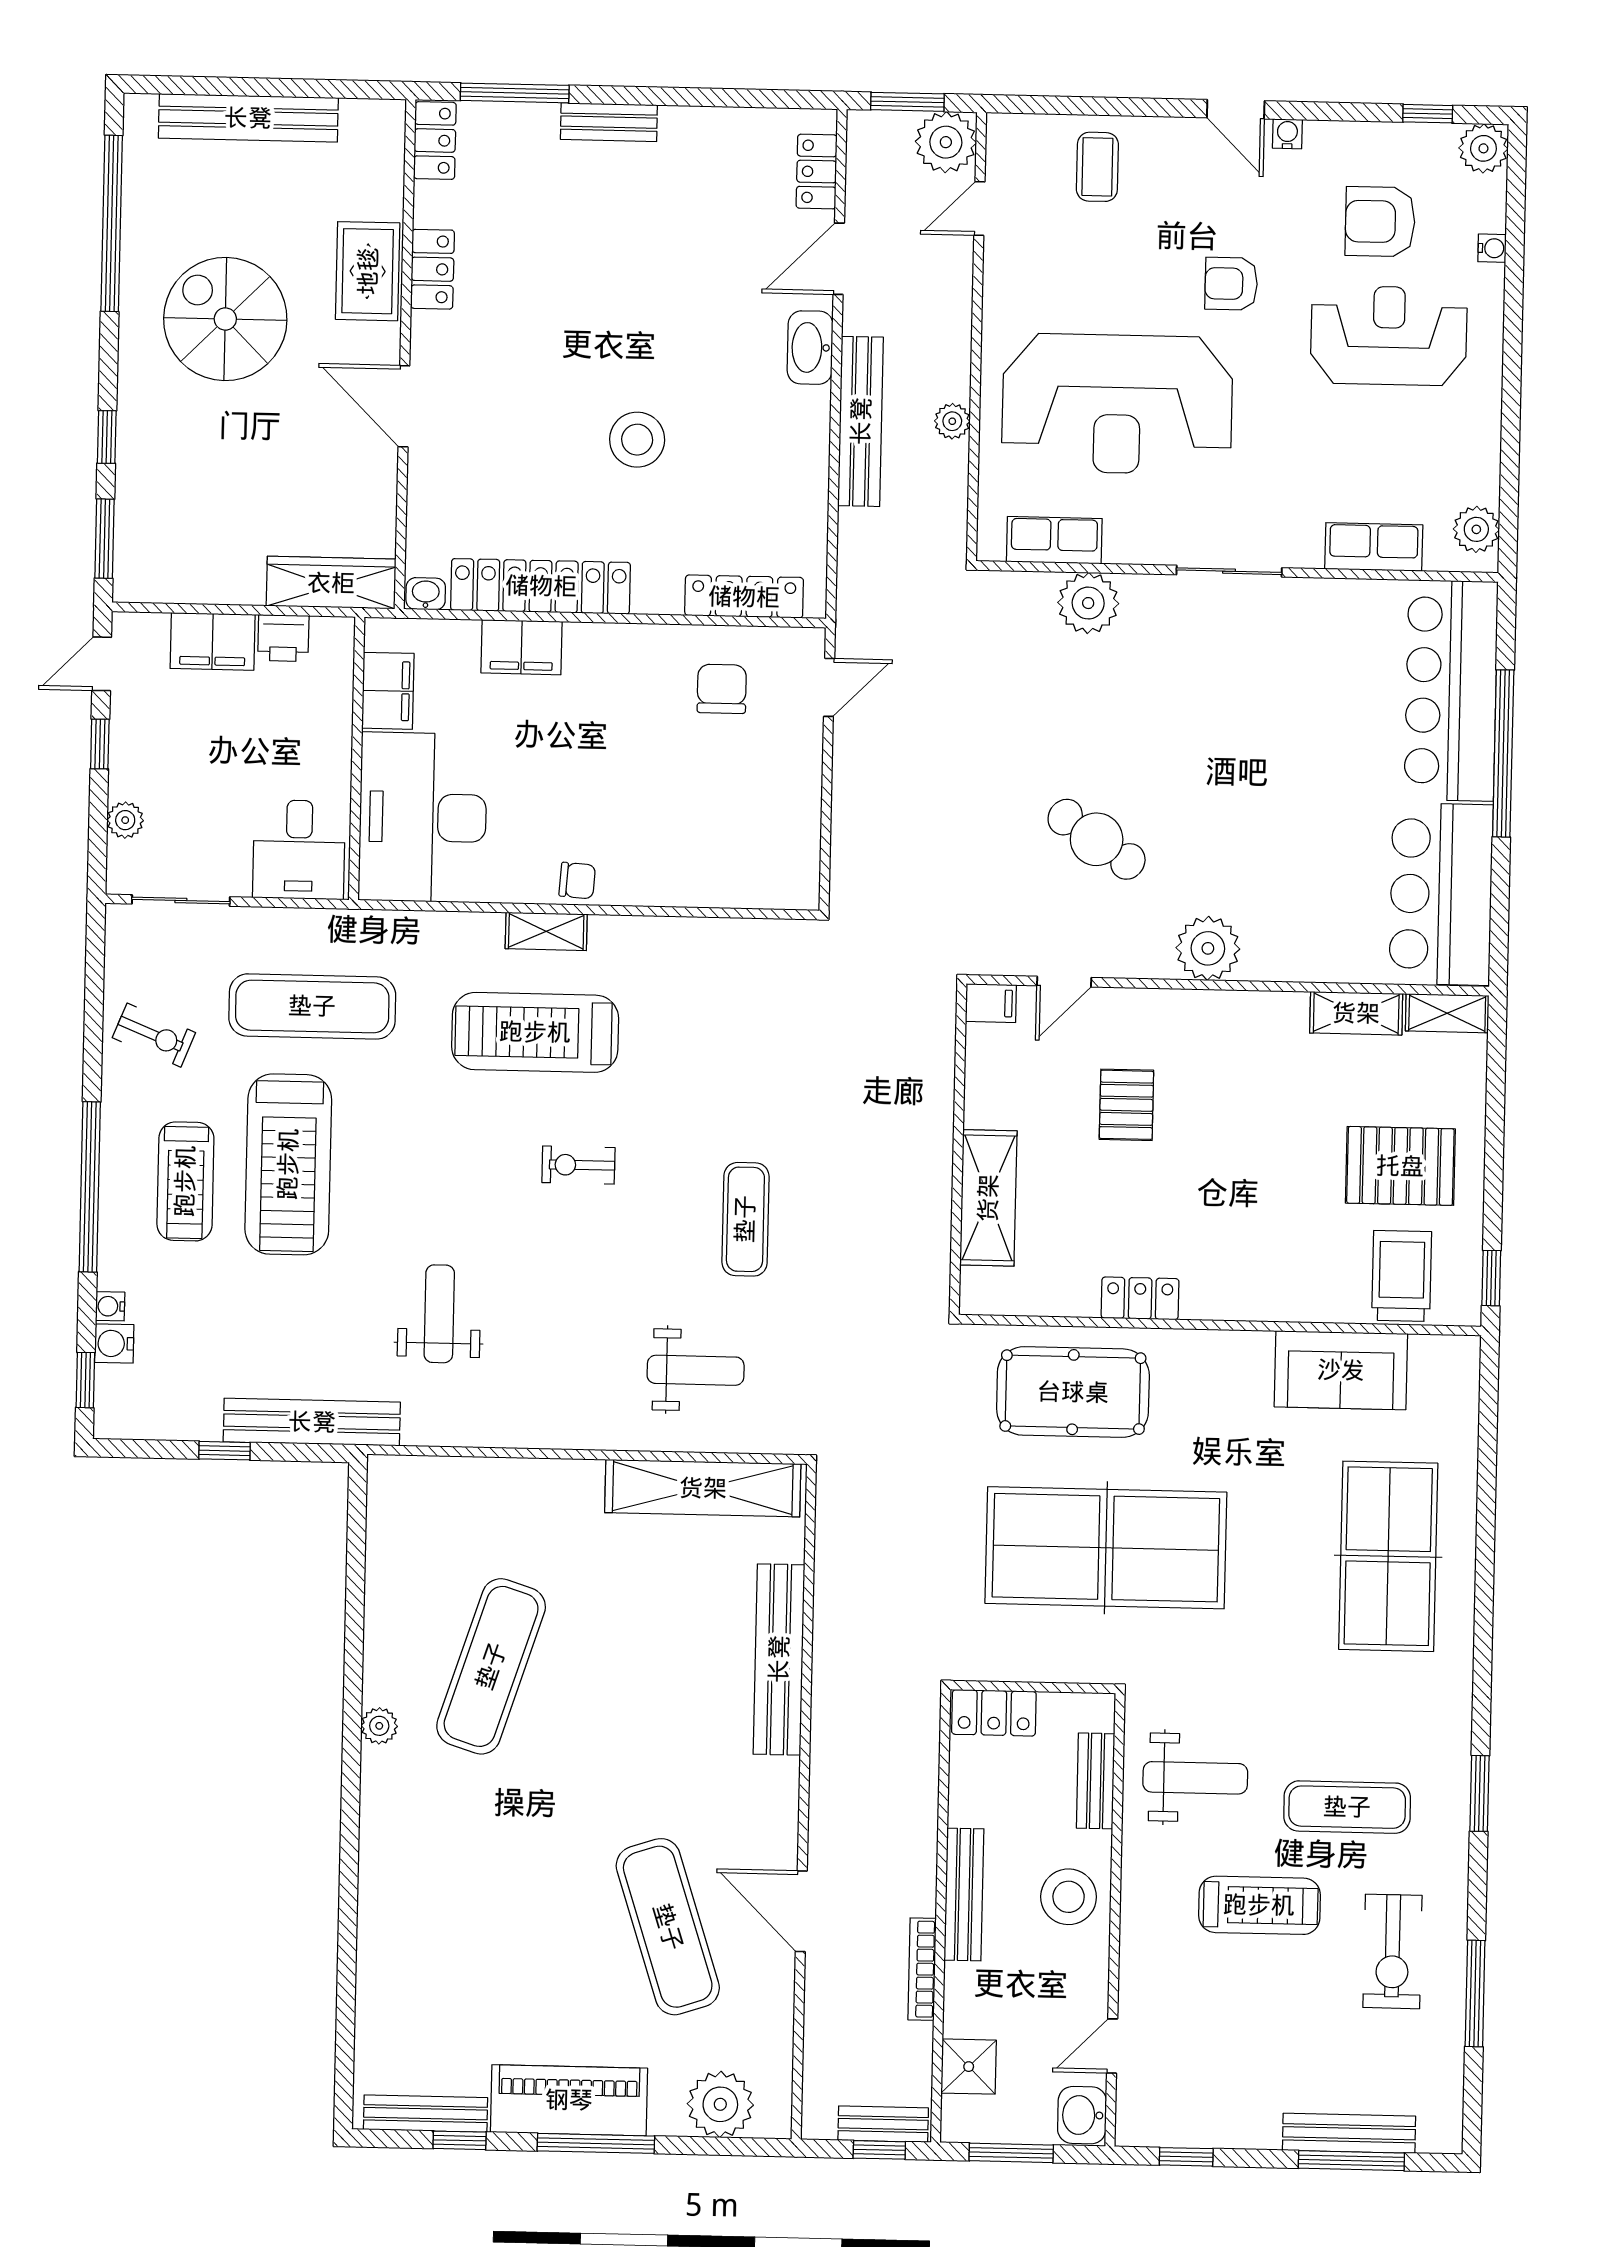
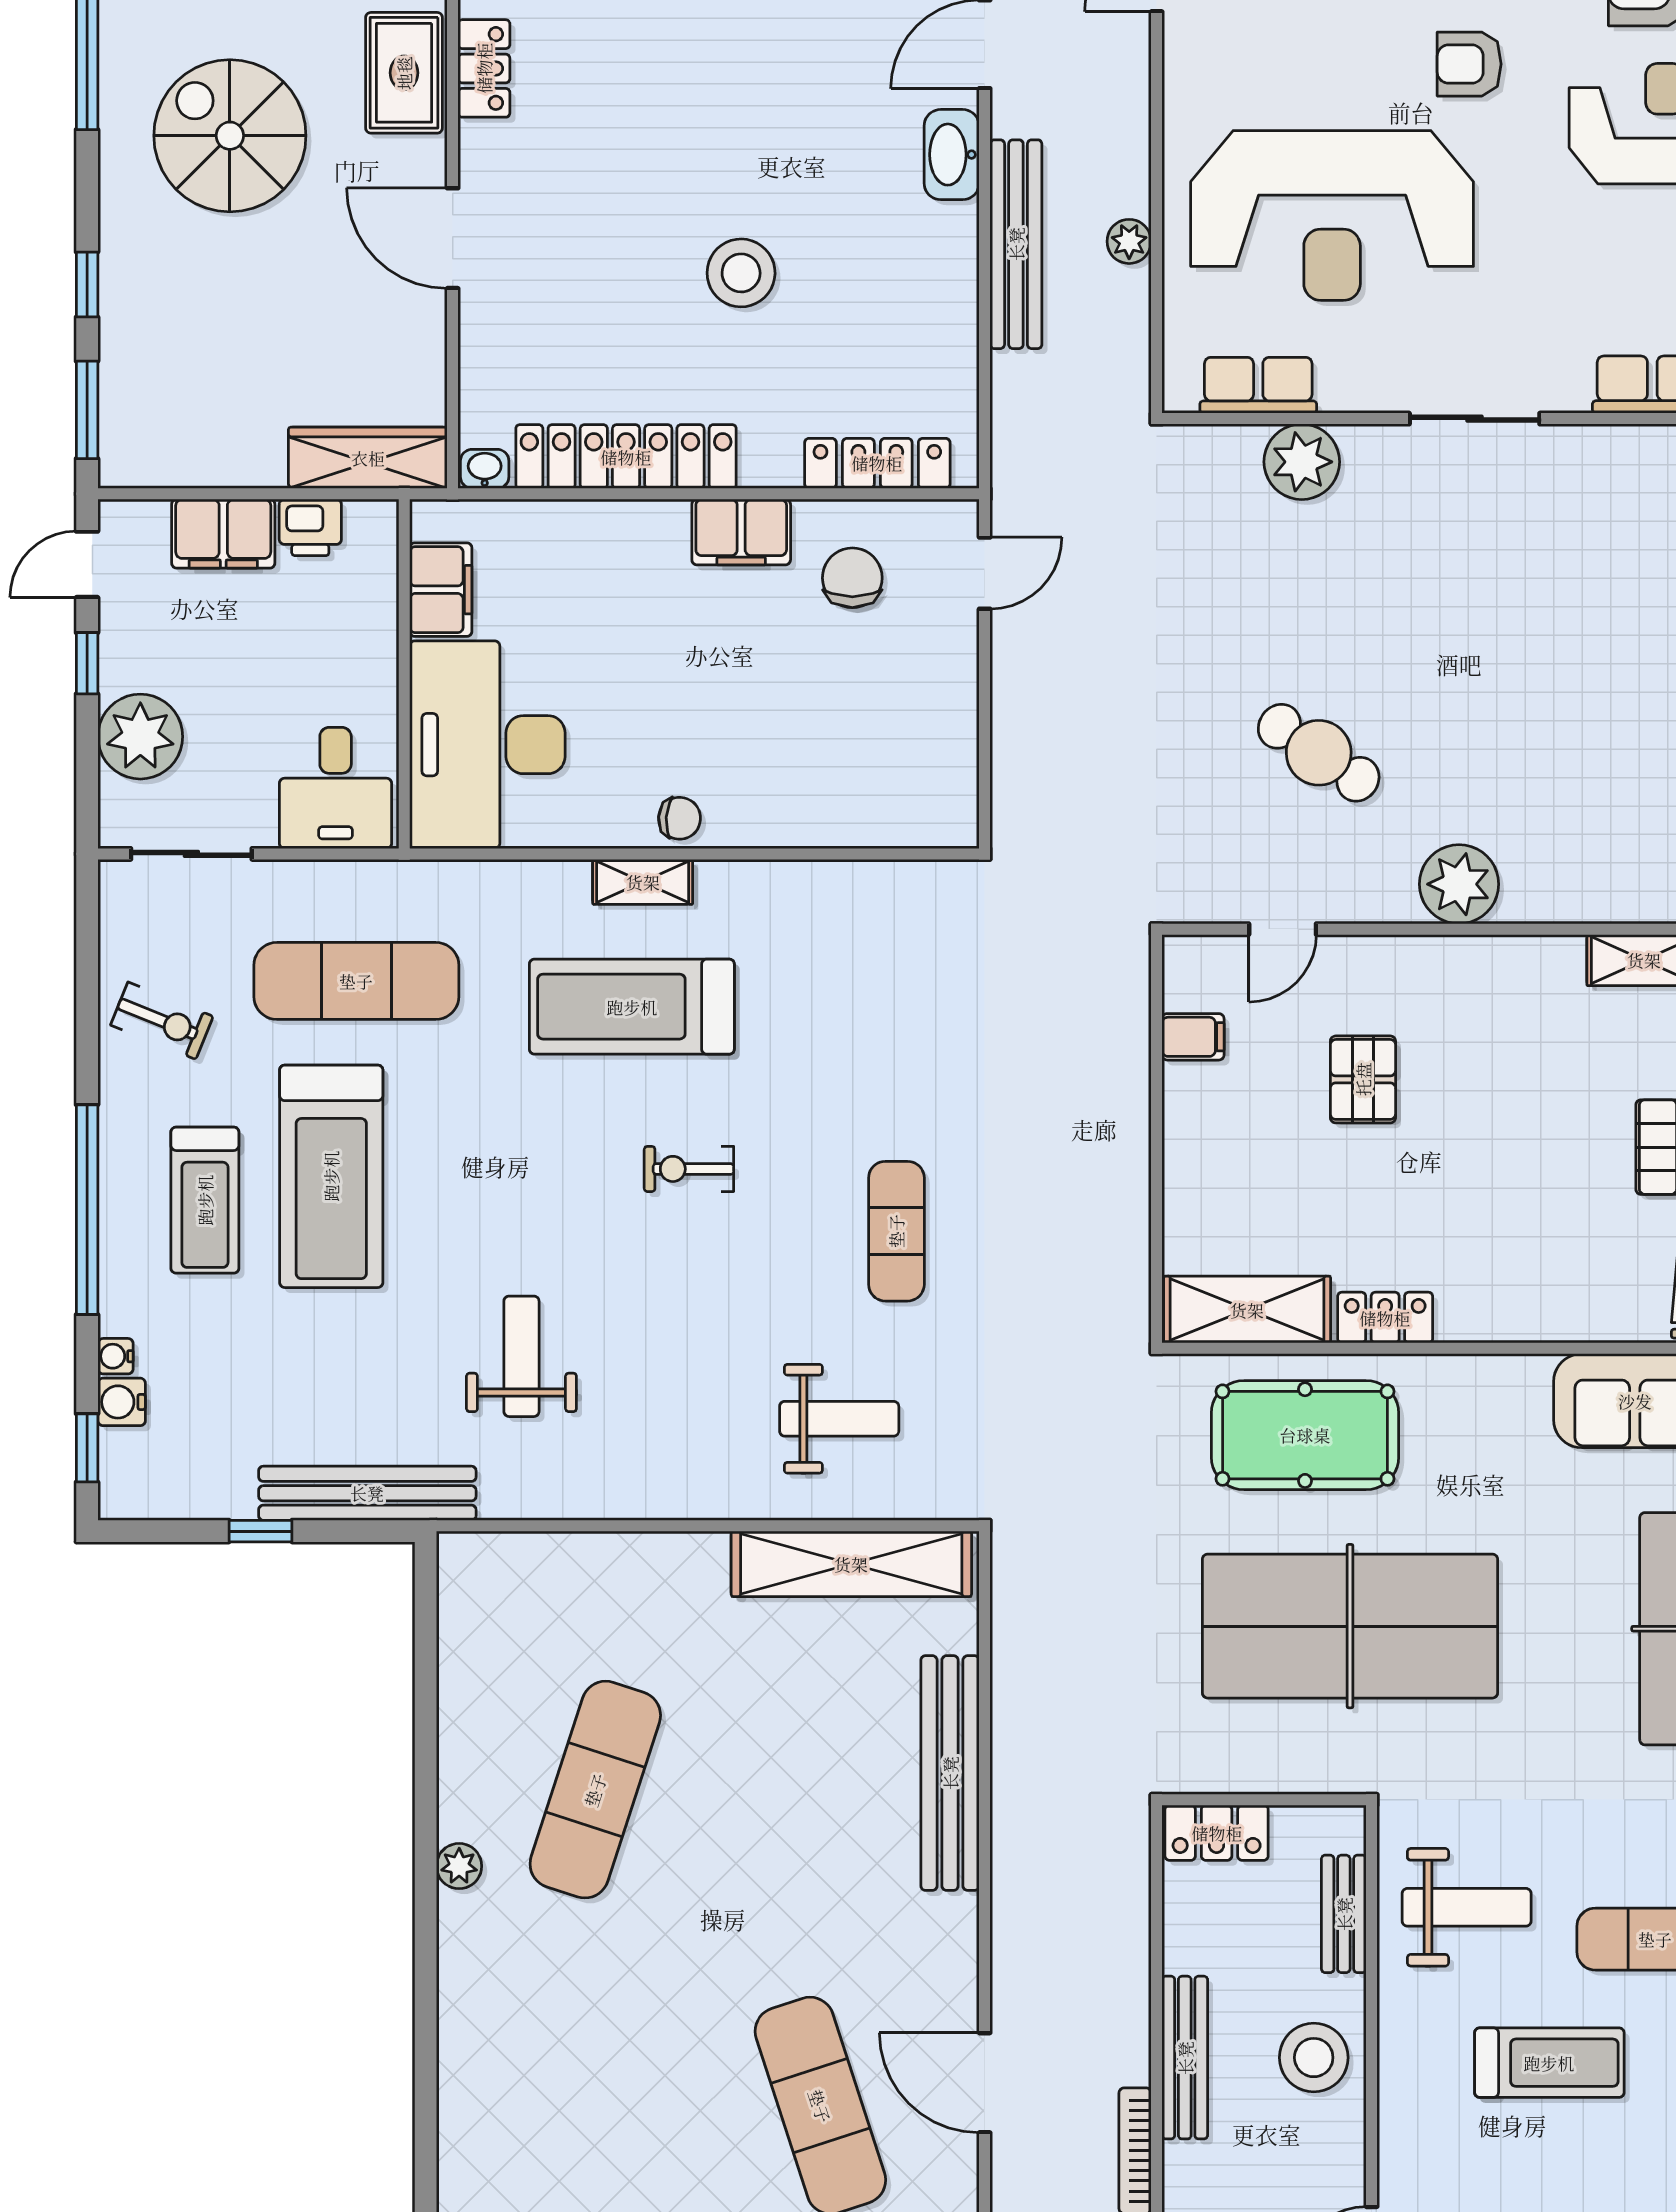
filing cabinet: (522, 647) -> (741, 532), moved
plant: (125, 820) -> (140, 737), width x1.88, depth x1.88
filing cabinet: (991, 1003) -> (1193, 1037), moved
shelving: (988, 1198) -> (1247, 1310), moved, turned 90

